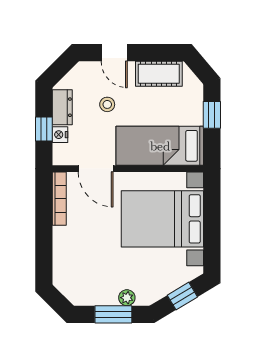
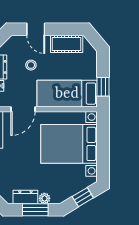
window: (212, 115) -> (103, 87), moved
door: (96, 169) -> (23, 109), hinge flipped
dresser: (99, 296) -> (25, 197), added

